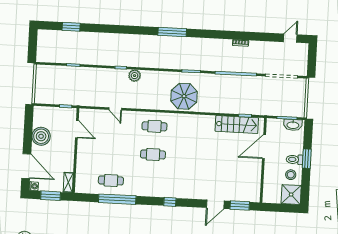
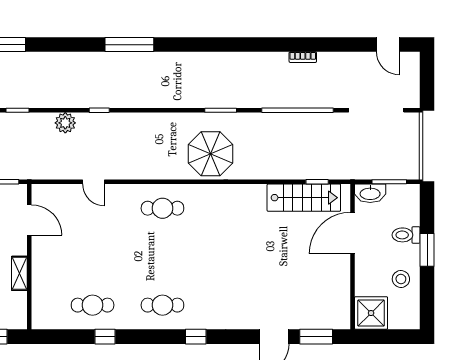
window: (172, 32) -> (129, 45), moved
door: (290, 38) -> (388, 45), swing flipped
plant: (135, 76) -> (65, 123), moved
washbasin: (293, 125) -> (370, 193), moved
cafe table: (153, 154) -> (162, 305), moved
toilet: (294, 160) -> (406, 235), moved
shelving: (68, 182) -> (19, 273), moved
shower: (291, 195) -> (371, 313), moved
window: (117, 199) -> (105, 337), width x0.32

